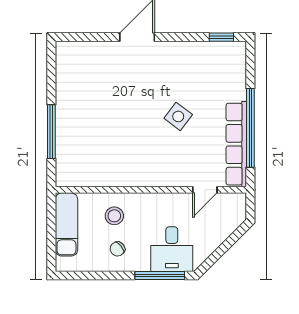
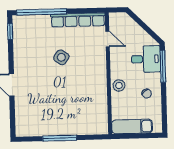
window: (250, 128) -> (42, 12), moved
window: (51, 132) -> (60, 138), moved
stool: (114, 216) -> (119, 86), moved

